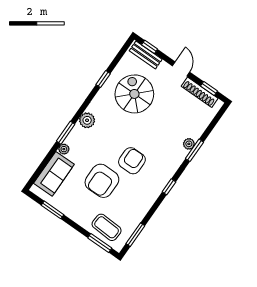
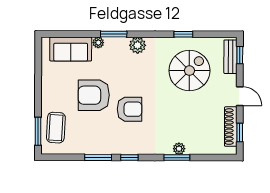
door: (181, 69) -> (240, 96), hinge flipped
window: (53, 210) -> (38, 70), removed
window: (135, 235) -> (98, 157), moved

